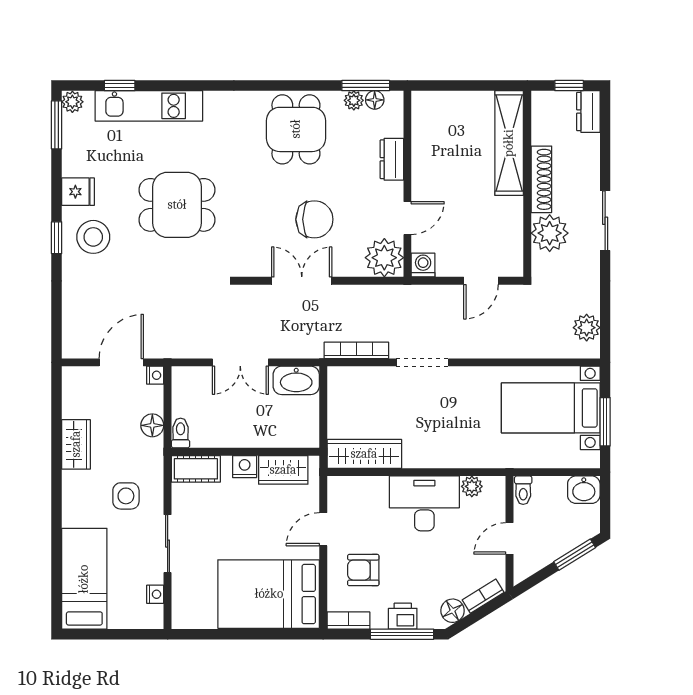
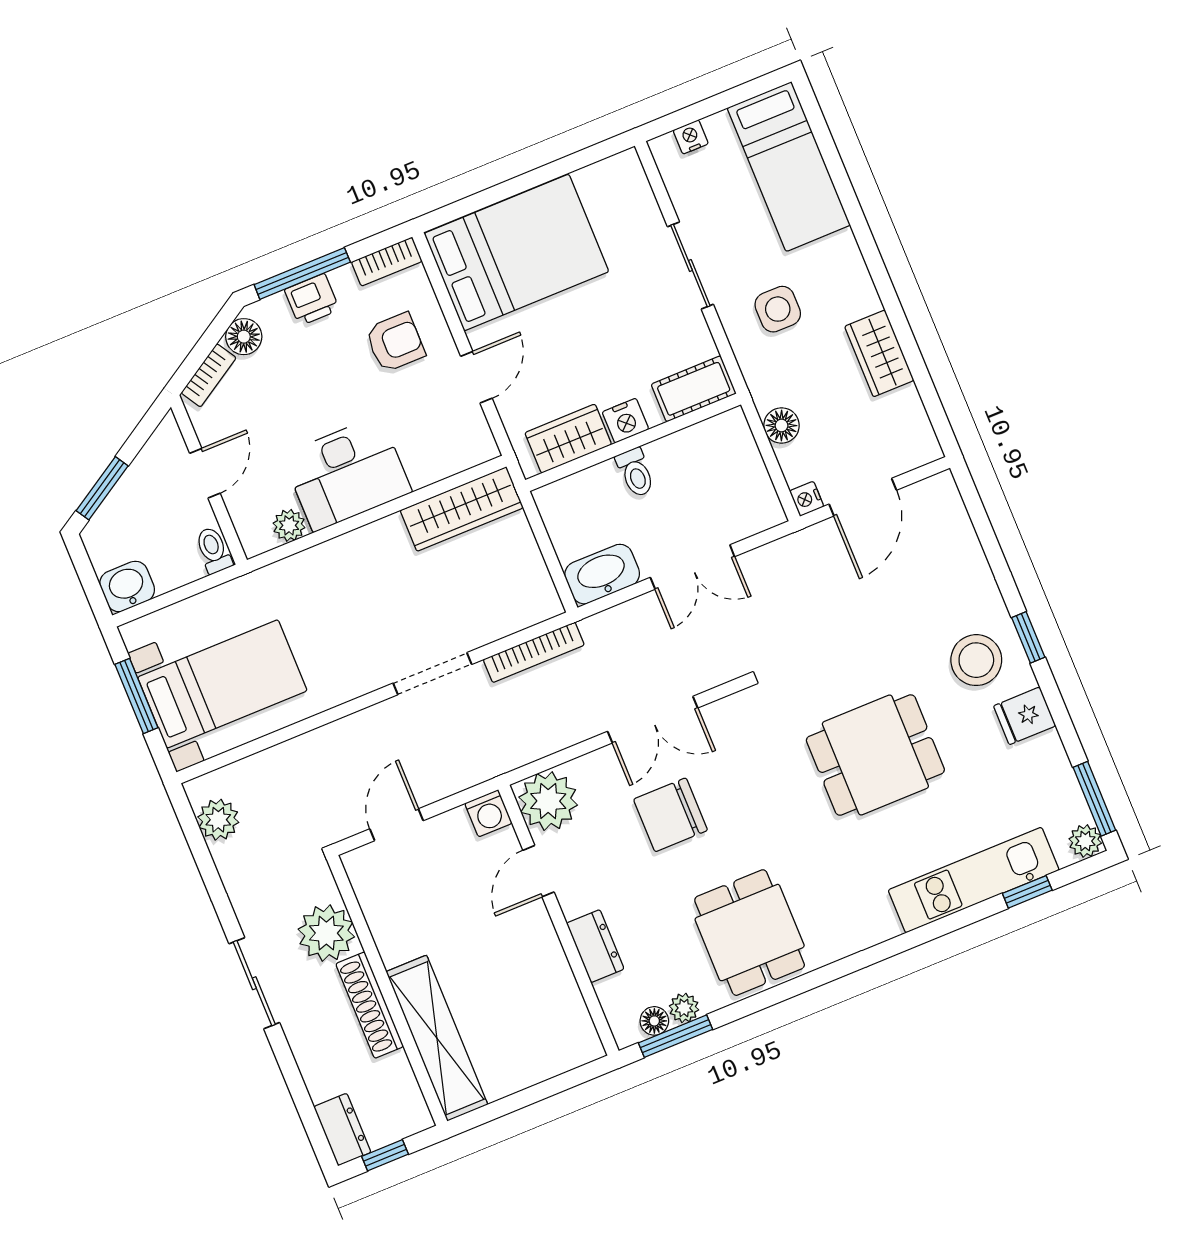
double door: (240, 362) -> (692, 567), swing flipped
toilet: (181, 433) -> (635, 473), moved
nightstand: (155, 594) -> (691, 137), moved, turned 90

